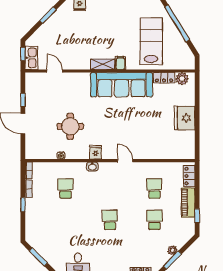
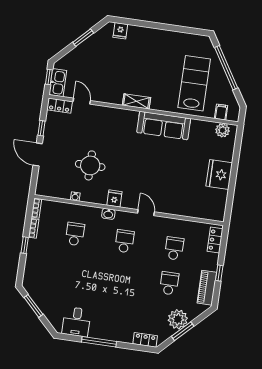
filing cabinet: (120, 63) -> (221, 112), moved
locker: (164, 78) -> (60, 106), moved
sofa: (121, 85) -> (164, 126), width x0.74, depth x0.79
piano: (188, 203) -> (207, 288), moved
window: (197, 216) -> (219, 273), moved
school desk: (110, 220) -> (124, 241), moved
plant: (172, 250) -> (178, 319), width x1.88, depth x1.88

